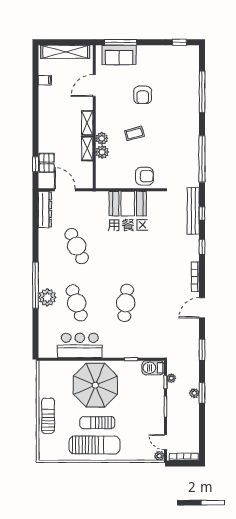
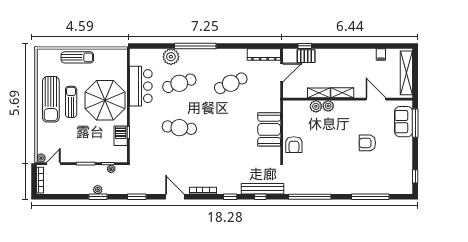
coffee table: (134, 133) -> (333, 136), removed
plant: (47, 297) -> (171, 57), moved
barbecue: (153, 368) -> (121, 136), moved

